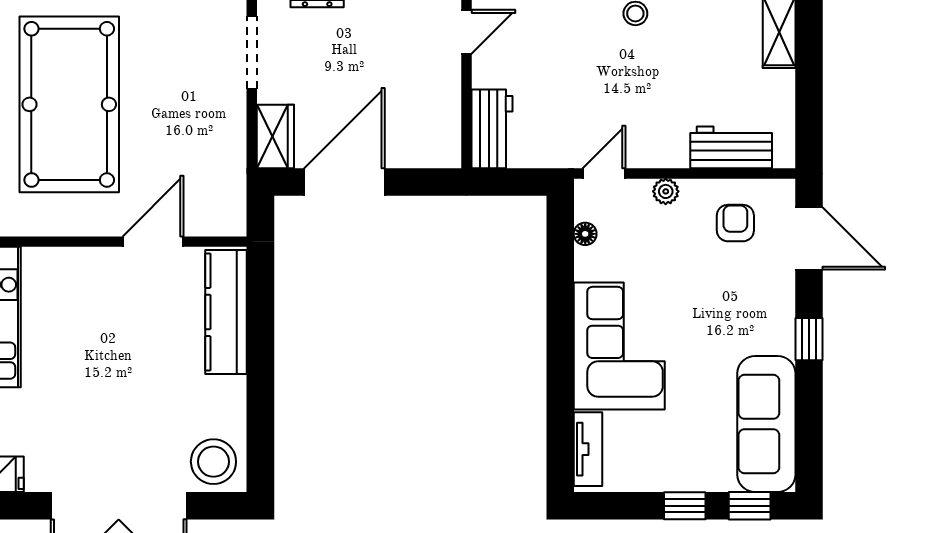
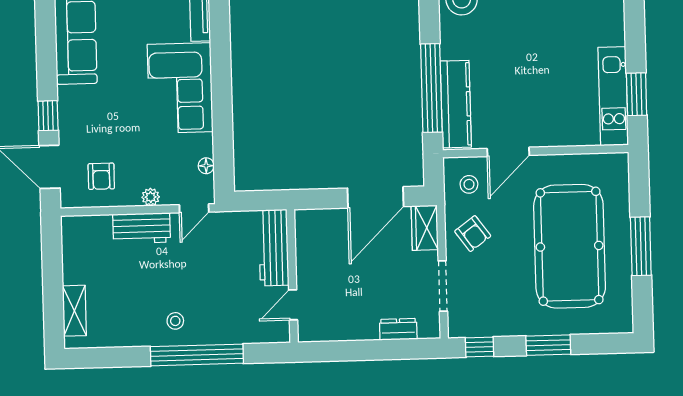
armchair: (207, 126) -> (473, 234), added
workbench: (492, 129) -> (274, 248), width x1.38
workbench: (731, 147) -> (142, 228), moved
stool: (210, 197) -> (469, 184), added
window: (260, 336) -> (431, 88), added
window: (809, 339) -> (48, 116), moved

